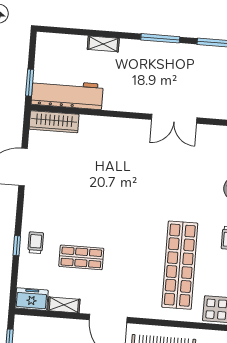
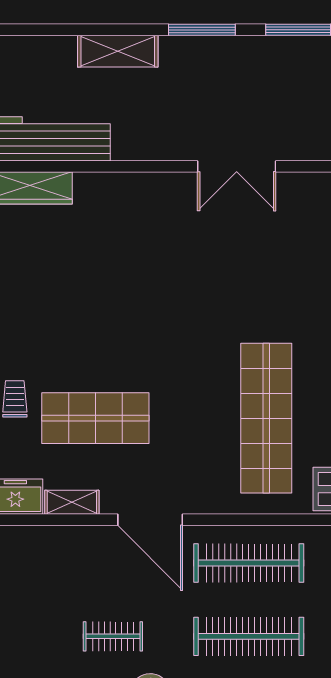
shelving: (103, 44) -> (118, 51), width x1.50, depth x1.33
shop shelf: (81, 257) -> (95, 418), width x1.43, depth x1.36

